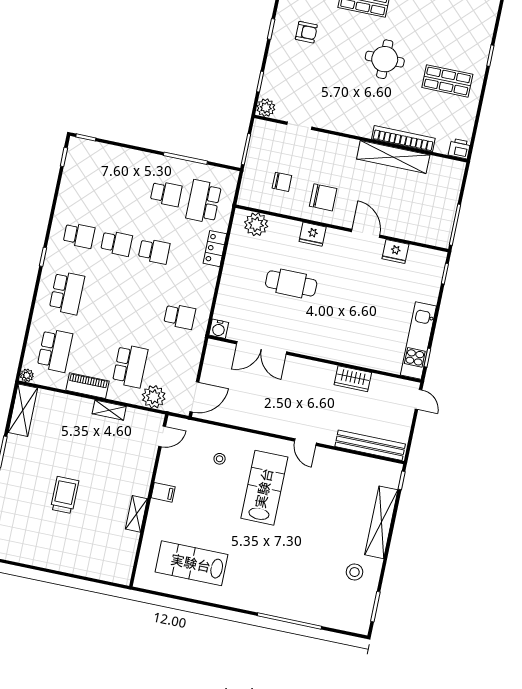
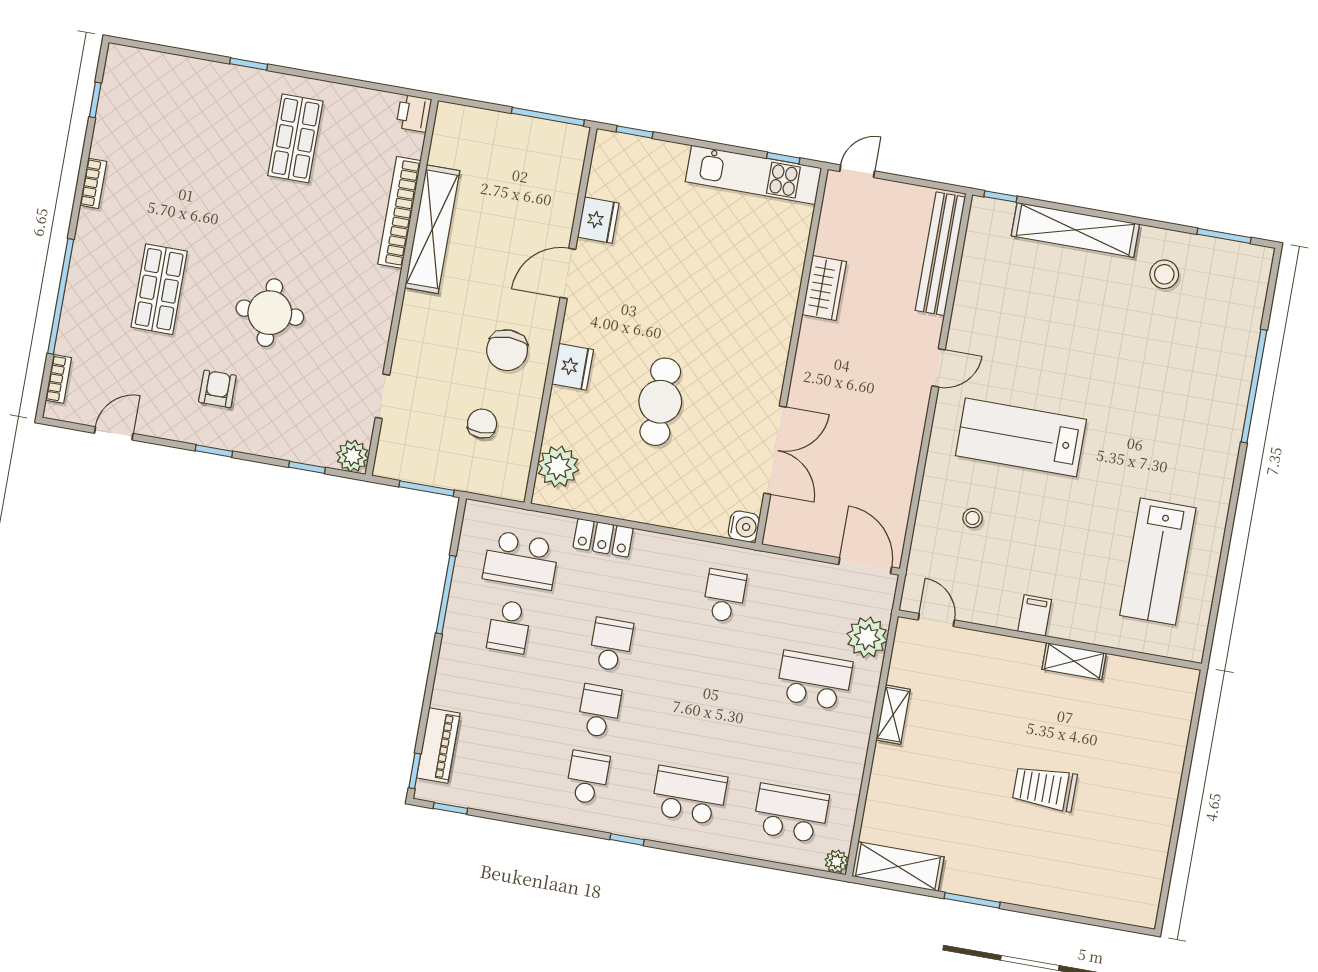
round table: (385, 59) -> (270, 313), moved
school desk: (166, 194) -> (509, 627), turned 180
chair: (323, 197) -> (507, 350), turned 180
piano: (88, 386) -> (438, 745), moved, turned 180

